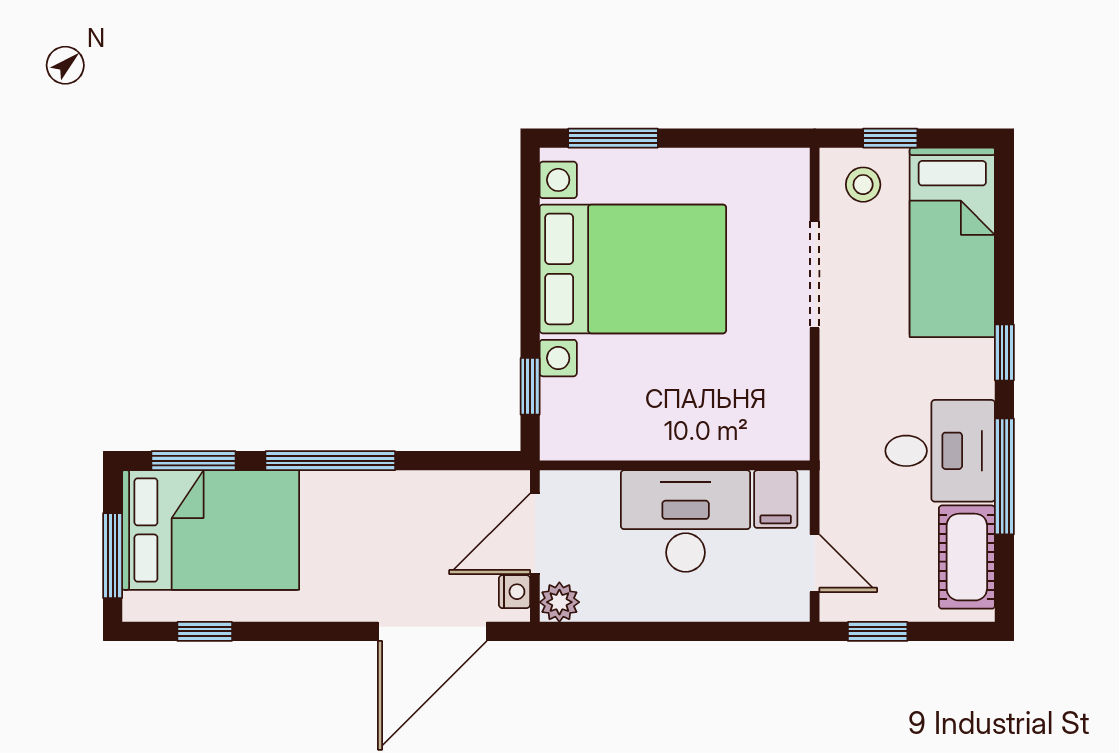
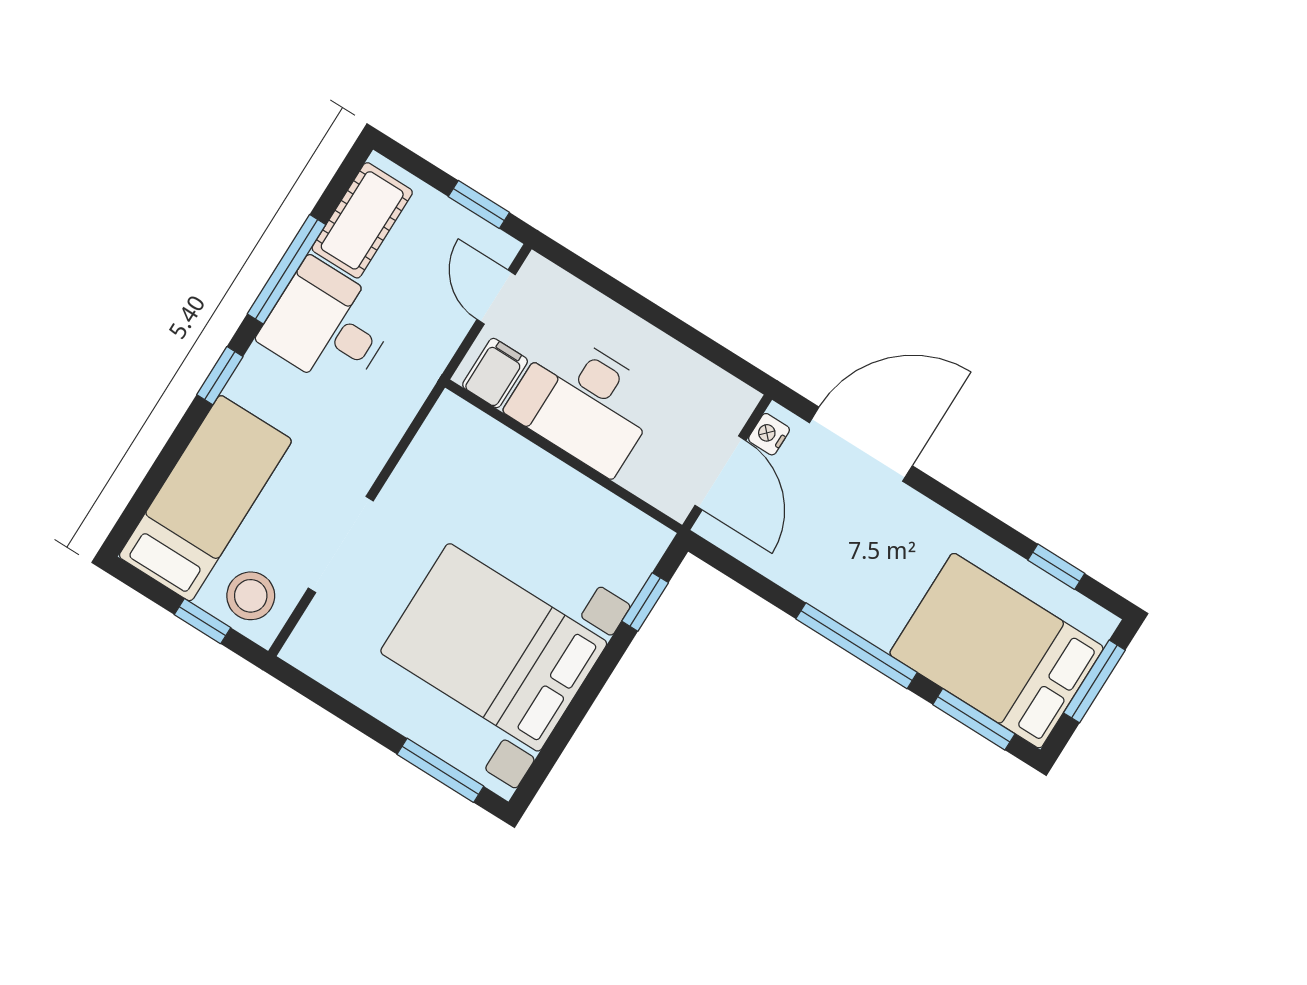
stool: (863, 185) -> (251, 596), width x1.37, depth x1.37
door: (535, 534) -> (720, 473), hinge flipped
plant: (559, 602) -> (736, 401), removed

